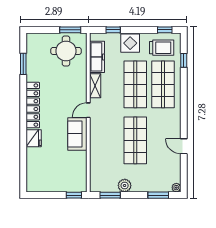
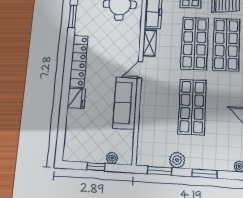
sofa: (77, 134) -> (125, 103), width x1.36
plant: (69, 187) -> (112, 158), added
window: (74, 195) -> (96, 167), moved
window: (158, 195) -> (204, 174), moved

